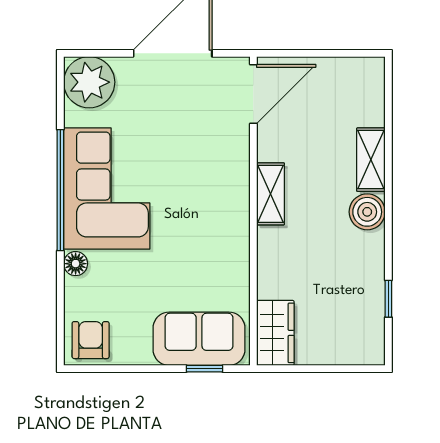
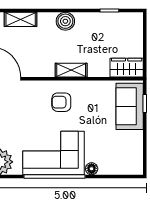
shelving: (371, 160) -> (21, 19), moved
shelving: (270, 194) -> (71, 70), moved
armchair: (91, 340) -> (61, 102), moved

